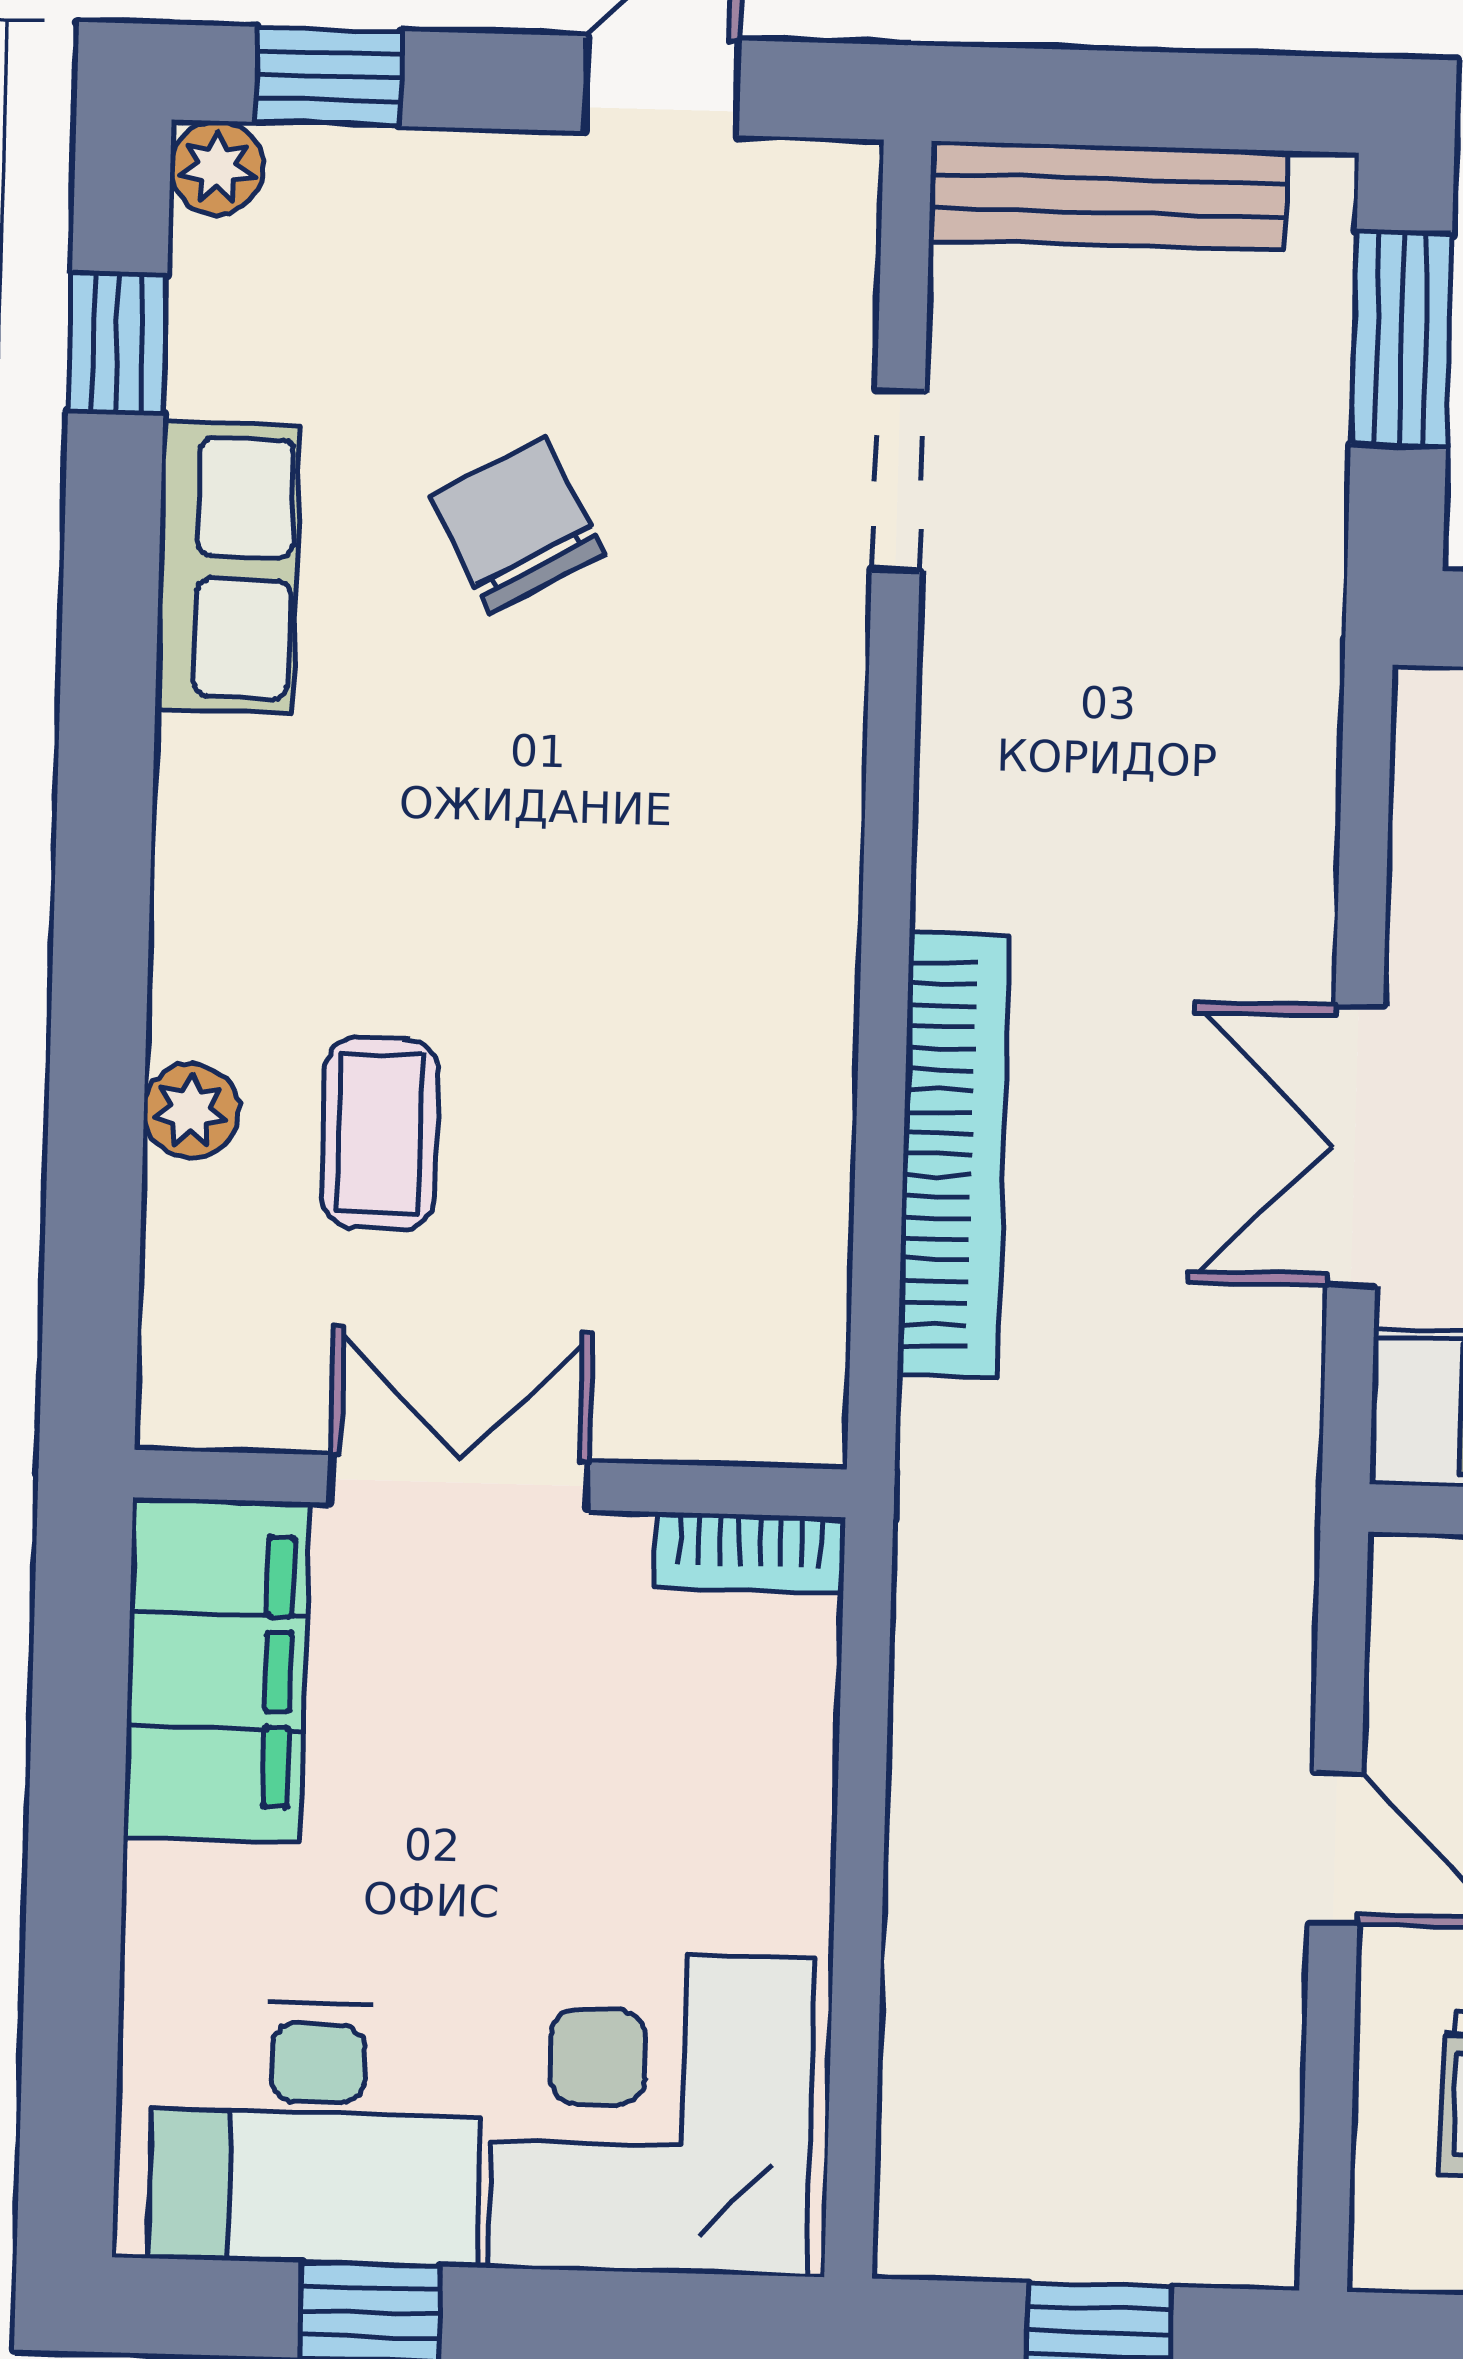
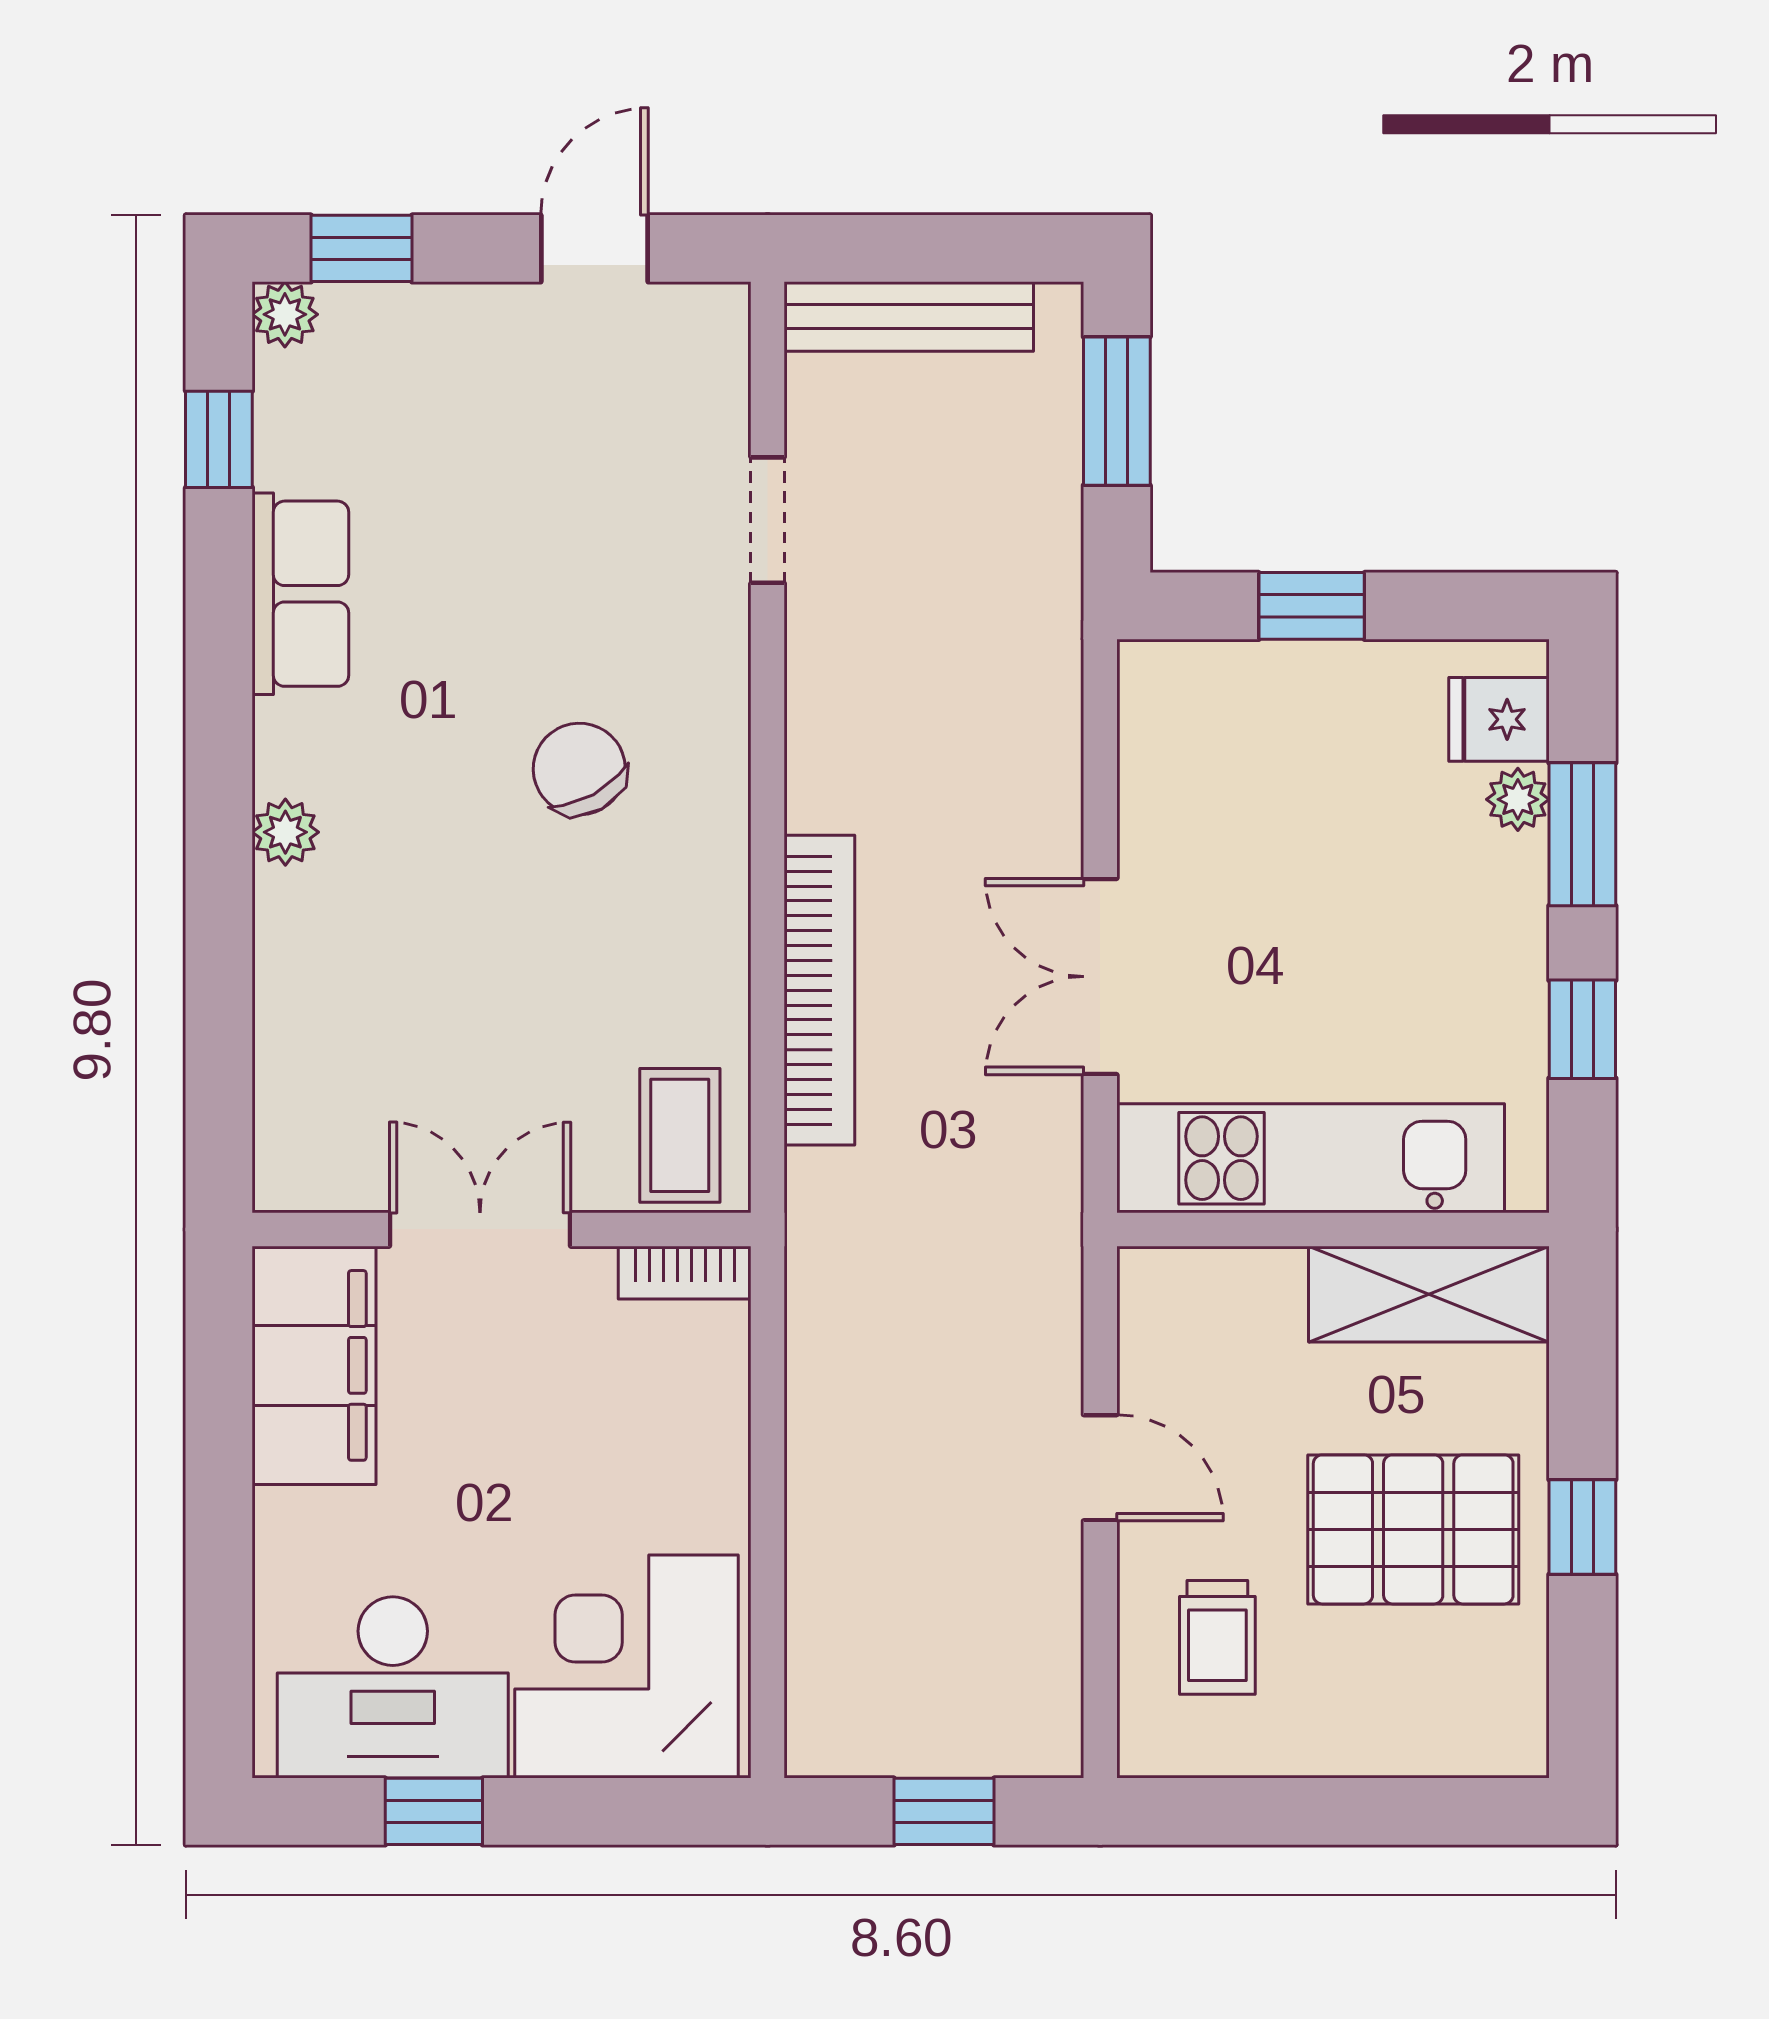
chair: (517, 526) -> (579, 769), moved
plant: (191, 1111) -> (285, 832), moved
coffee table: (380, 1133) -> (680, 1135), moved

